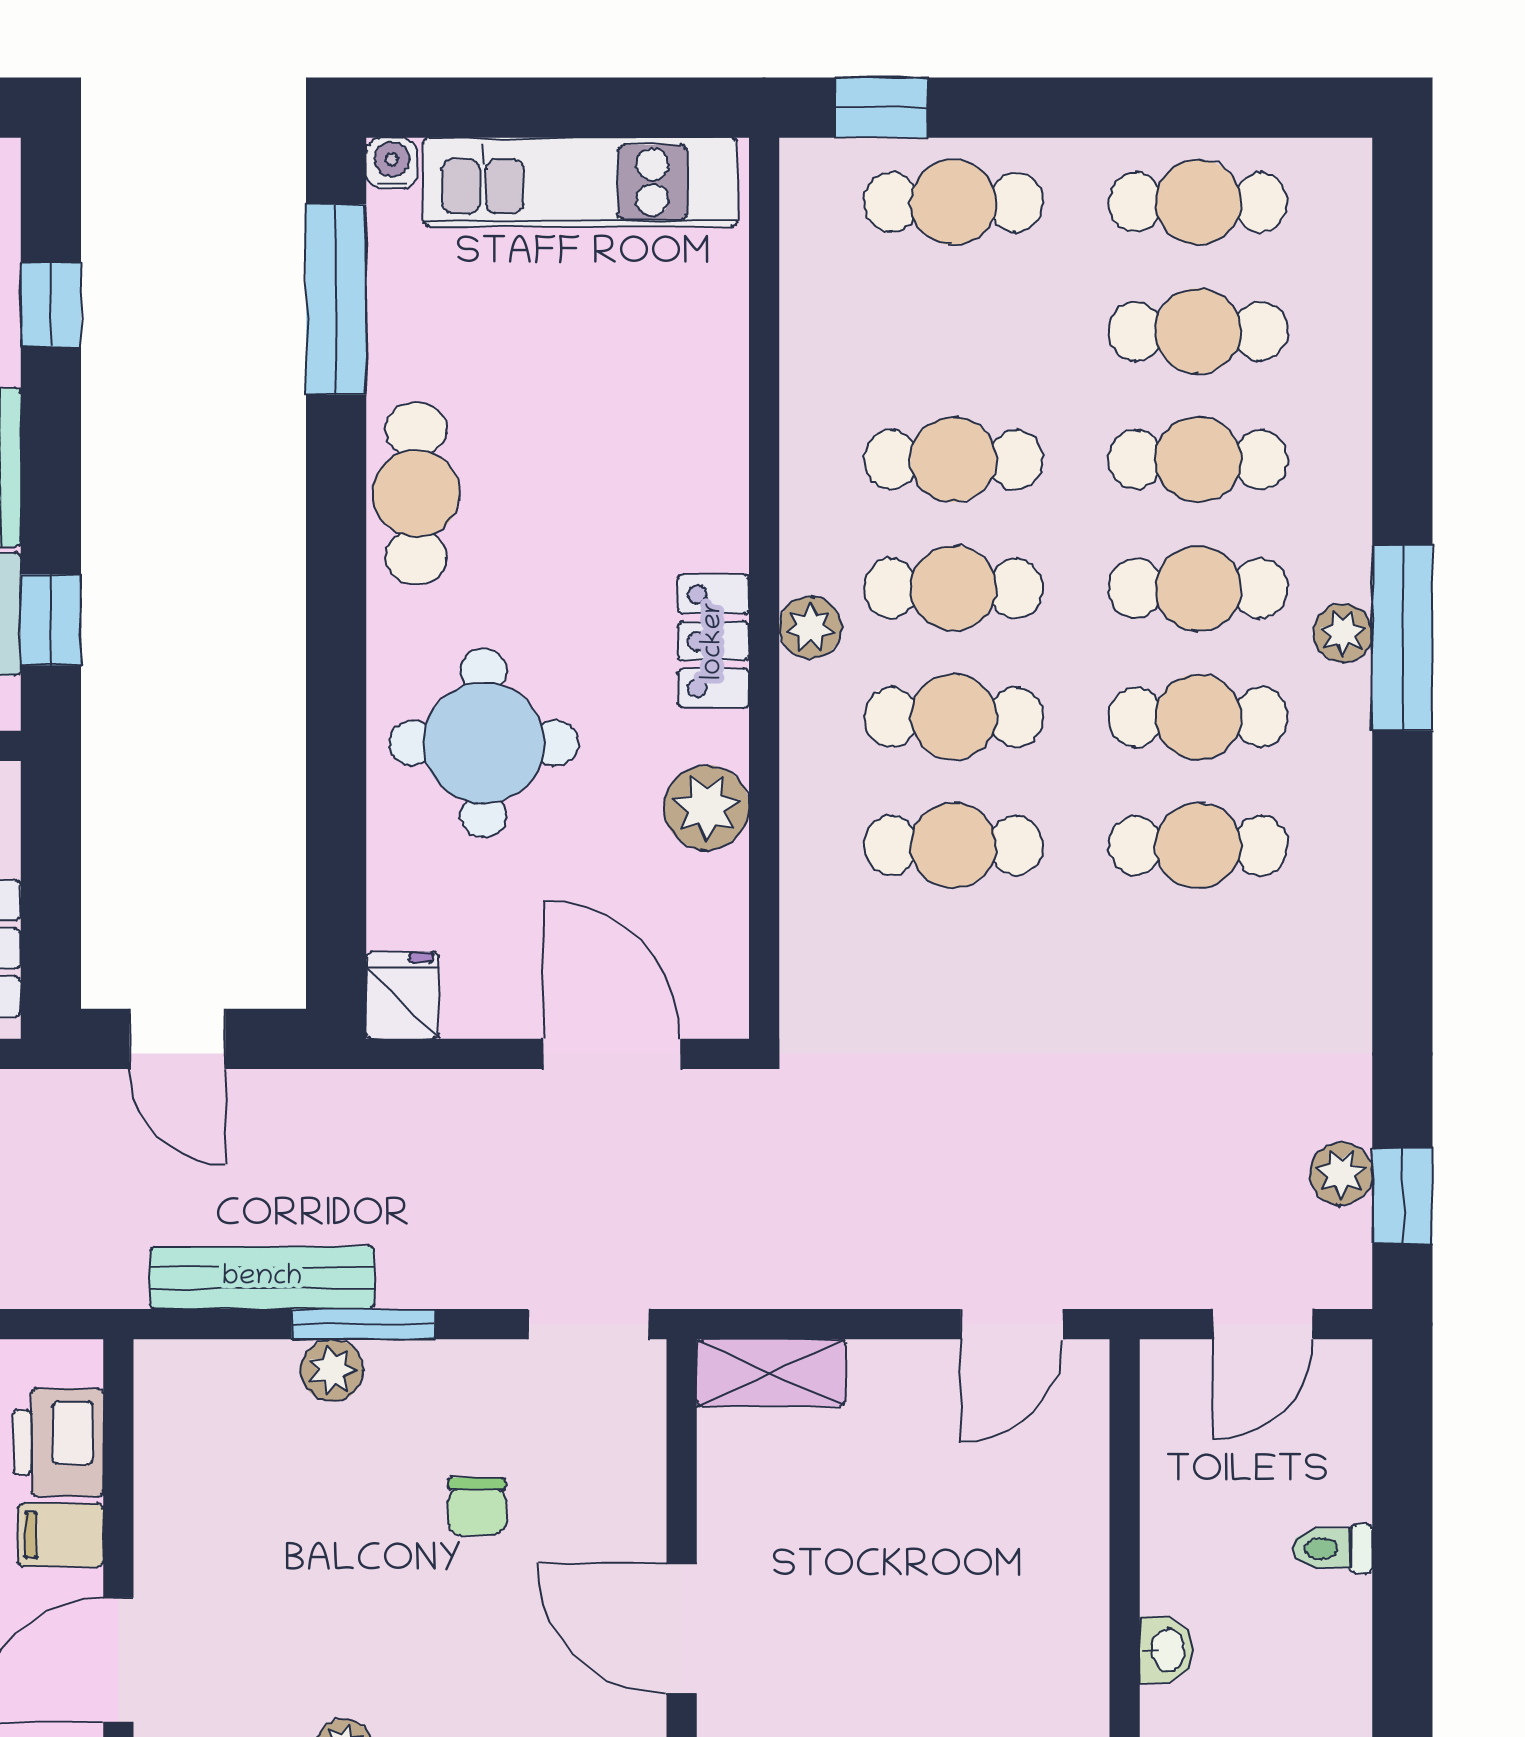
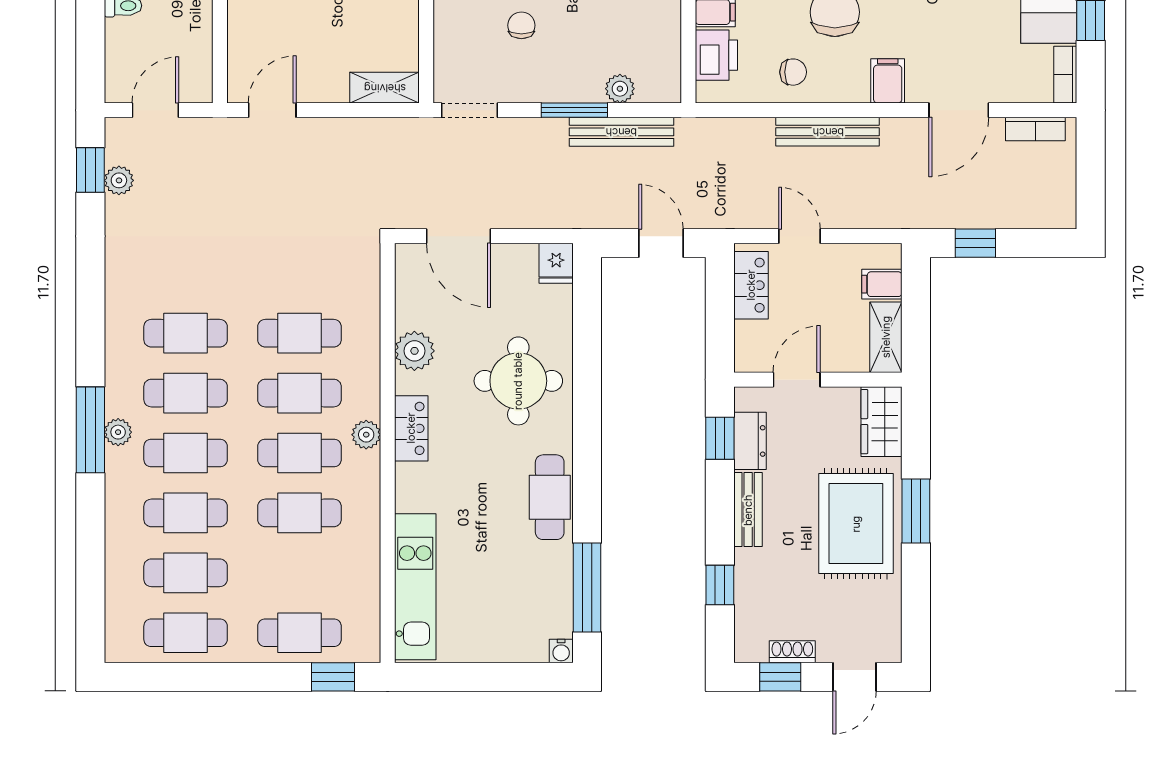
kitchen unit: (580, 182) -> (415, 587), moved, turned 90
plant: (332, 1370) -> (620, 89), moved

